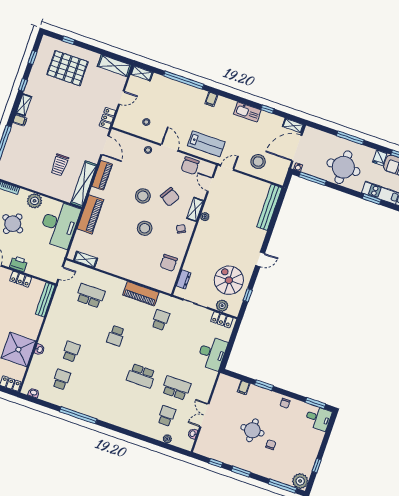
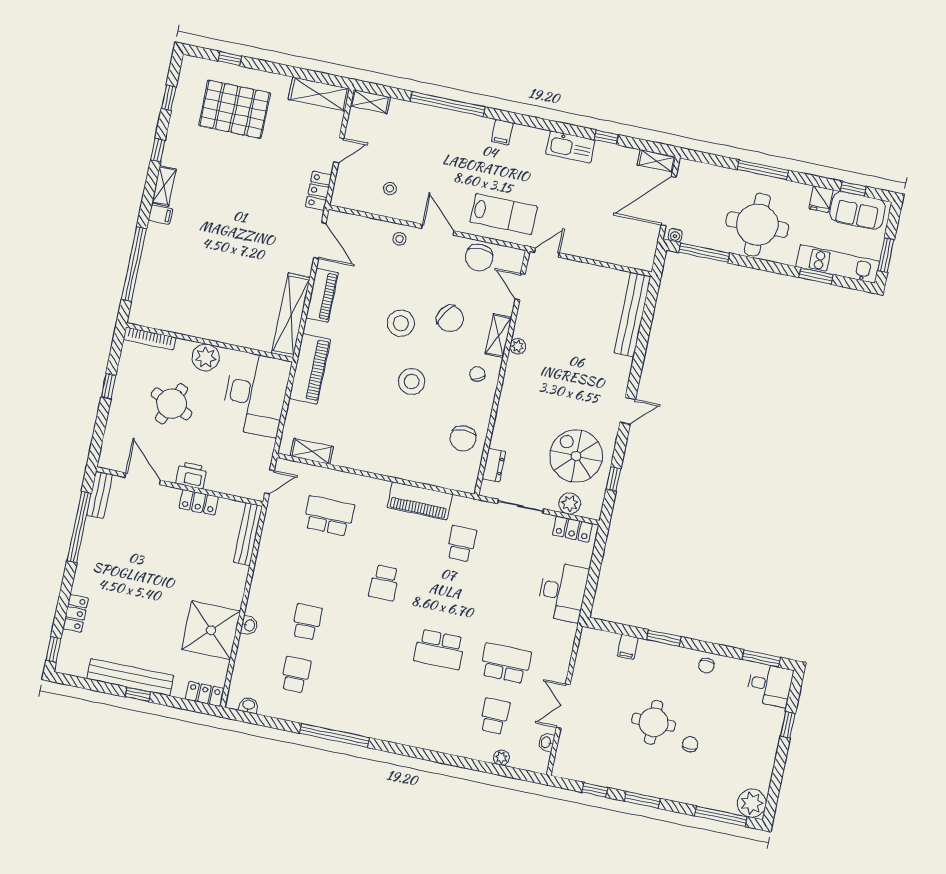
stool: (258, 162) -> (601, 234), removed
trolley: (60, 165) -> (243, 286), removed
window: (317, 466) -> (788, 725), moved

